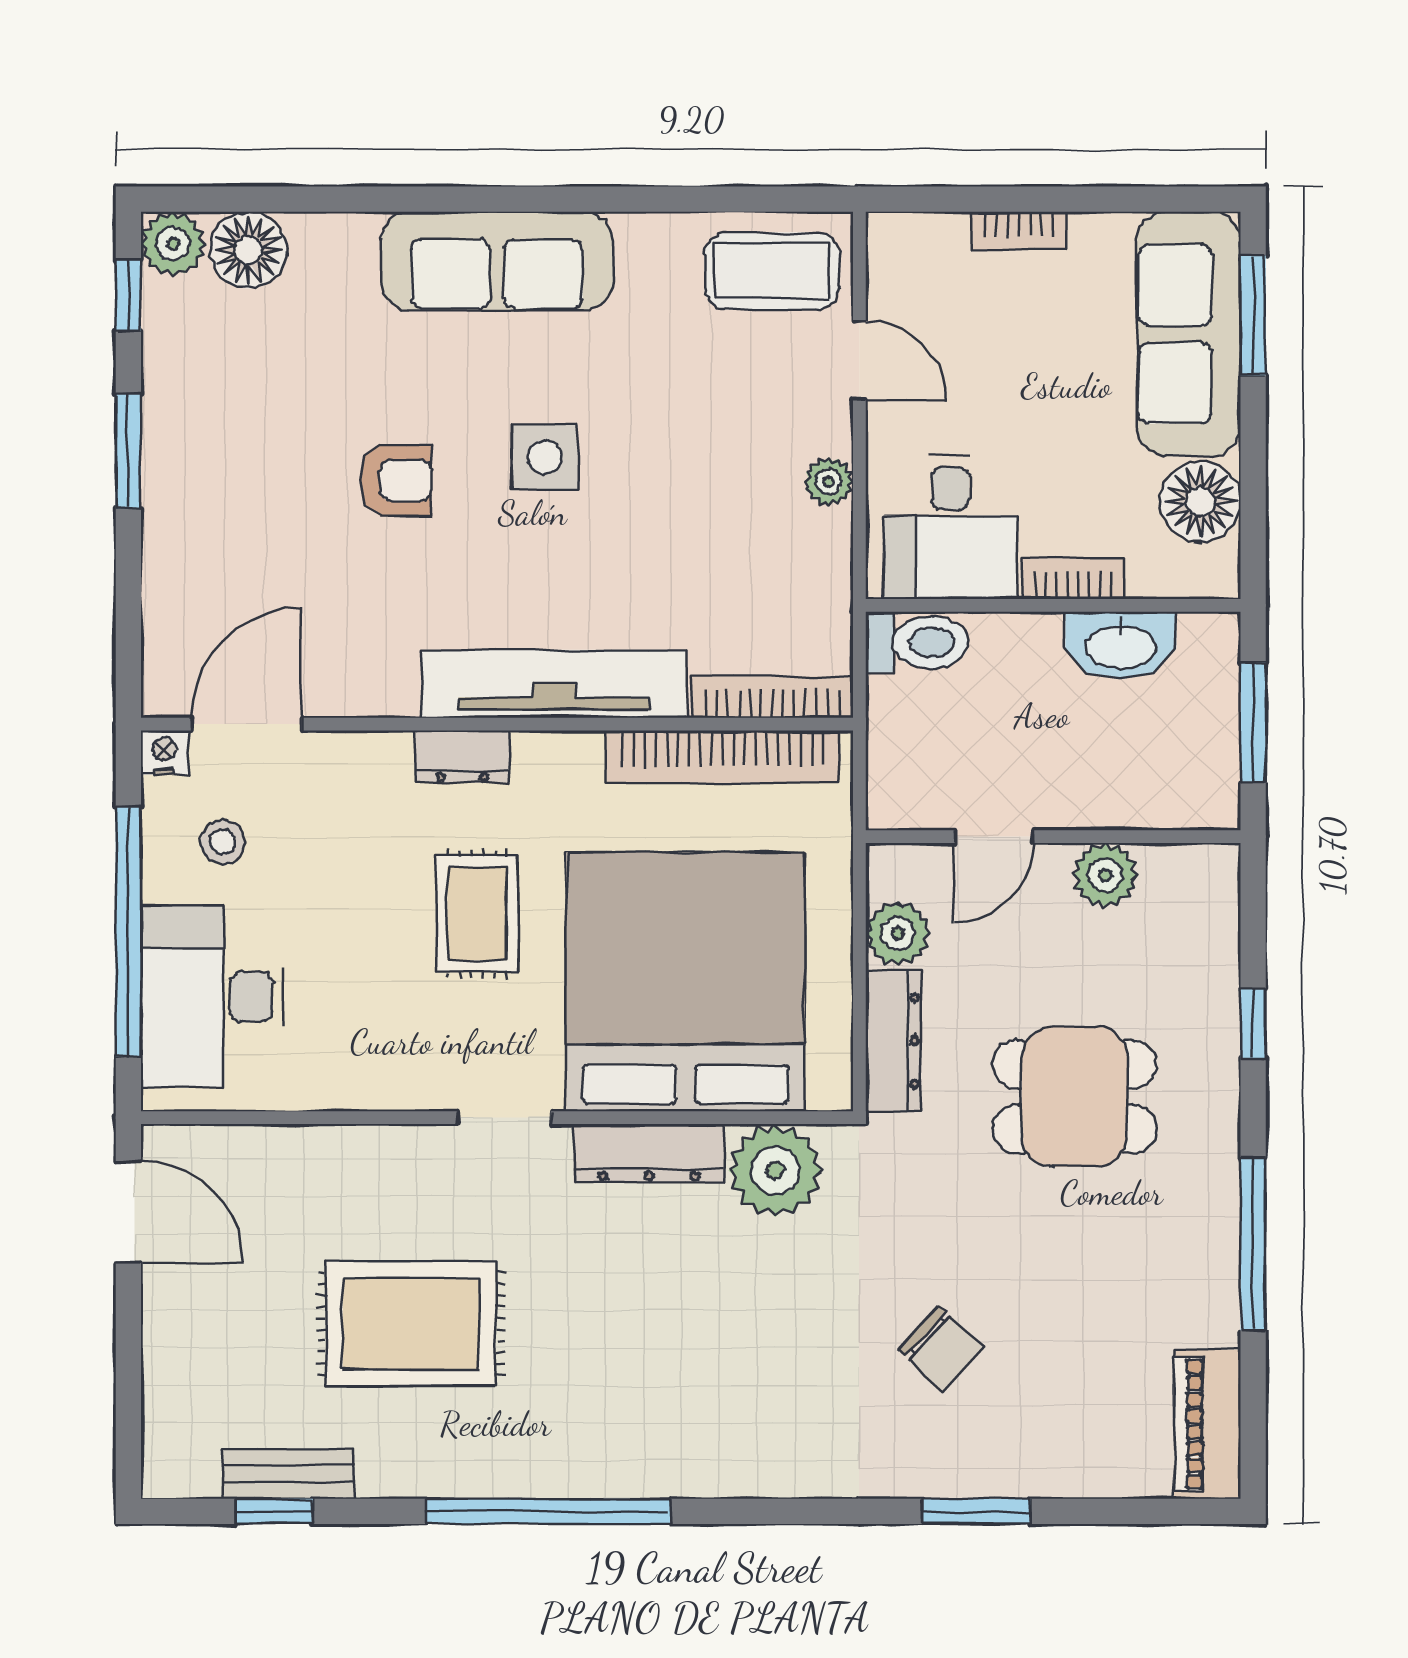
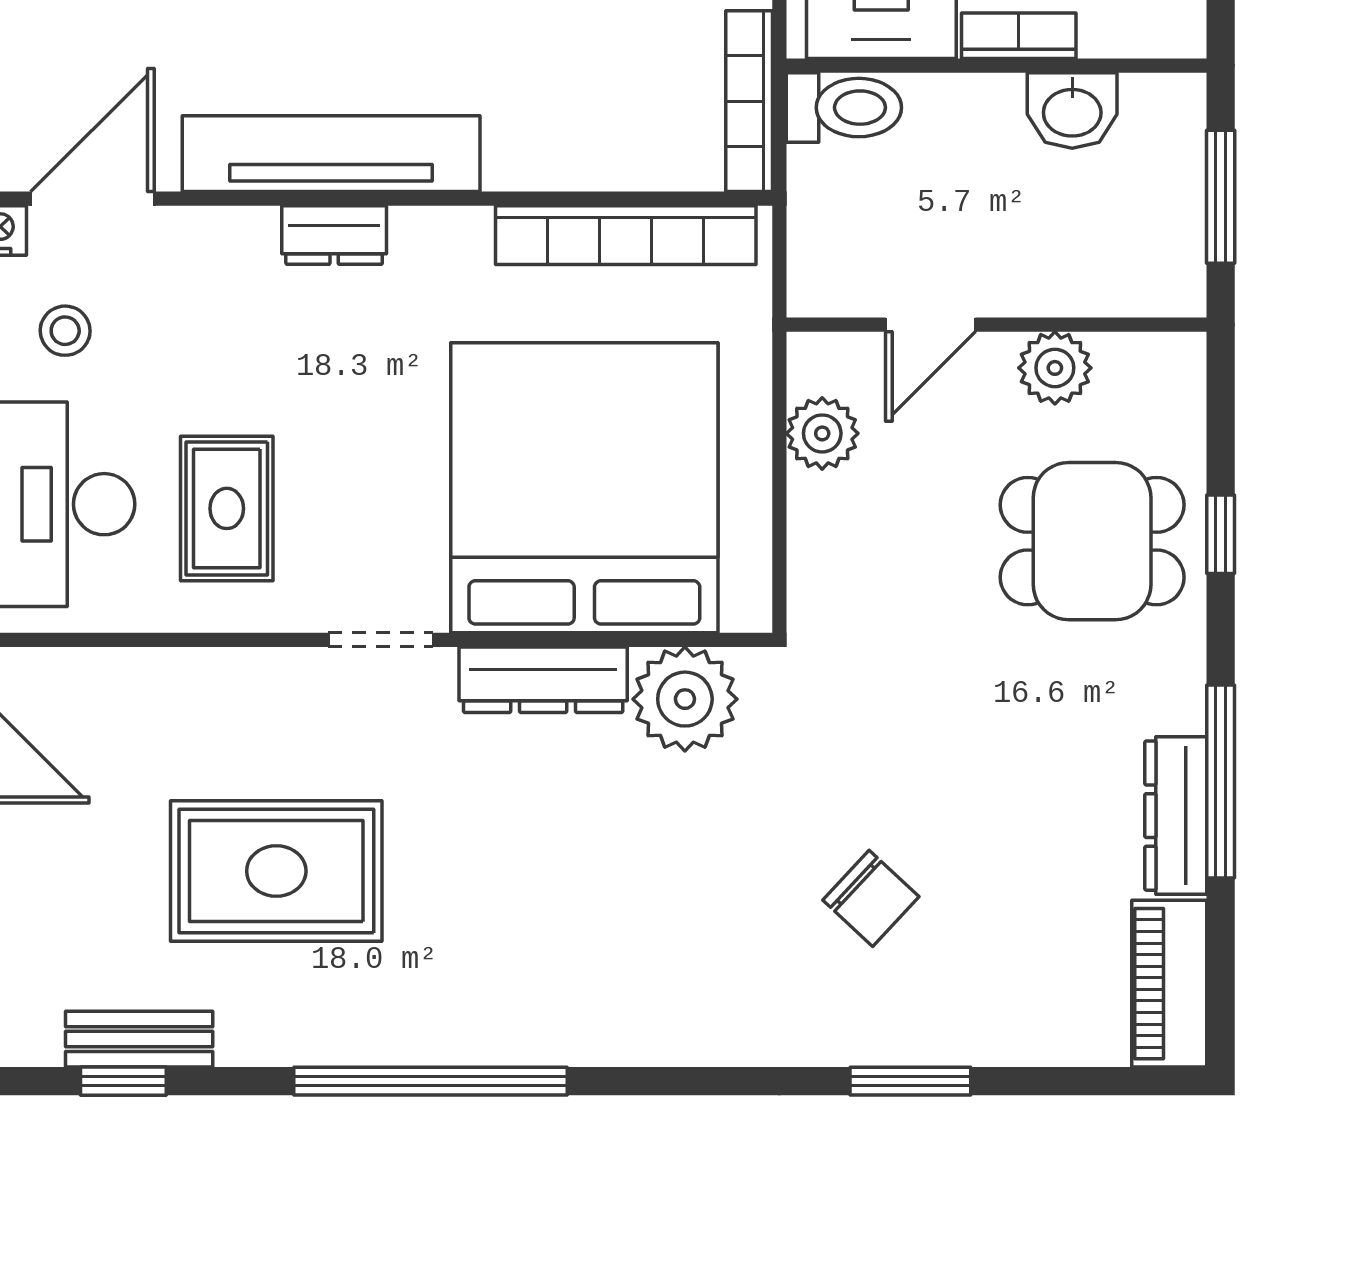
washbasin: (1121, 645) -> (1072, 110), width x0.72
tv unit: (554, 684) -> (331, 154), moved
bookcase: (772, 697) -> (749, 101), moved, turned -90
rug: (477, 914) -> (227, 508), moved
dresser: (893, 1041) -> (1176, 816), moved, turned 180
dining table: (1074, 1097) -> (1092, 541), moved

